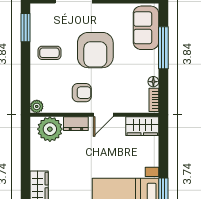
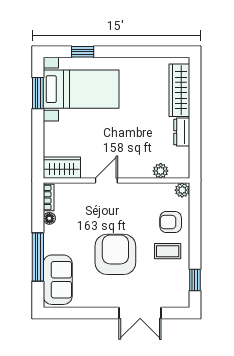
window: (25, 28) -> (195, 280), width x0.67
armchair: (82, 93) -> (171, 222), moved
dresser: (76, 124) -> (182, 132), moved, turned -90
plant: (50, 129) -> (161, 171), width x0.53, depth x0.53

